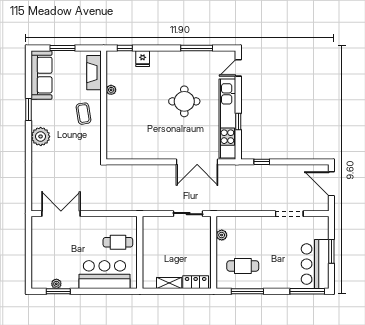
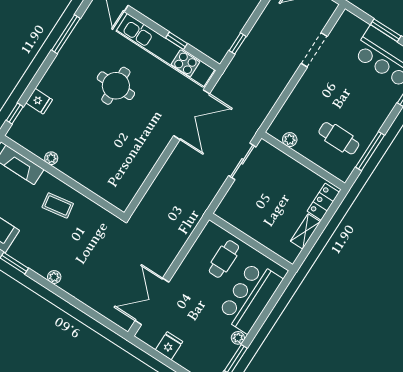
plant: (41, 136) -> (54, 277), width x0.53, depth x0.53
fridge: (40, 243) -> (169, 346), added
cafe table: (243, 266) -> (339, 138), turned 90
plant: (56, 284) -> (238, 338), moved

